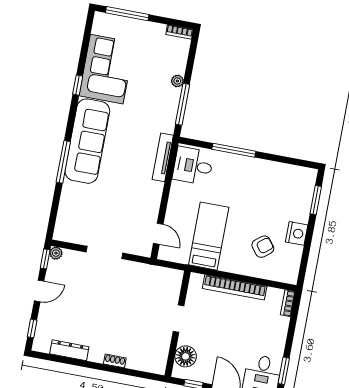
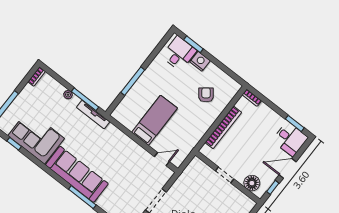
window: (78, 85) -> (14, 144), moved
tv unit: (163, 157) -> (93, 115), moved
desk: (193, 166) -> (179, 53), moved, turned 180
nightstand: (297, 233) -> (200, 61), moved
bed: (209, 236) -> (155, 120), moved, turned 90

